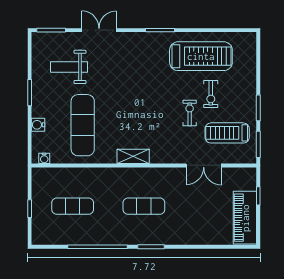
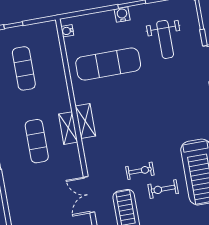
weight bench: (69, 67) -> (165, 39), turned 180
water cooler: (38, 125) -> (122, 15), moved
shelving: (137, 174) -> (68, 128), added

